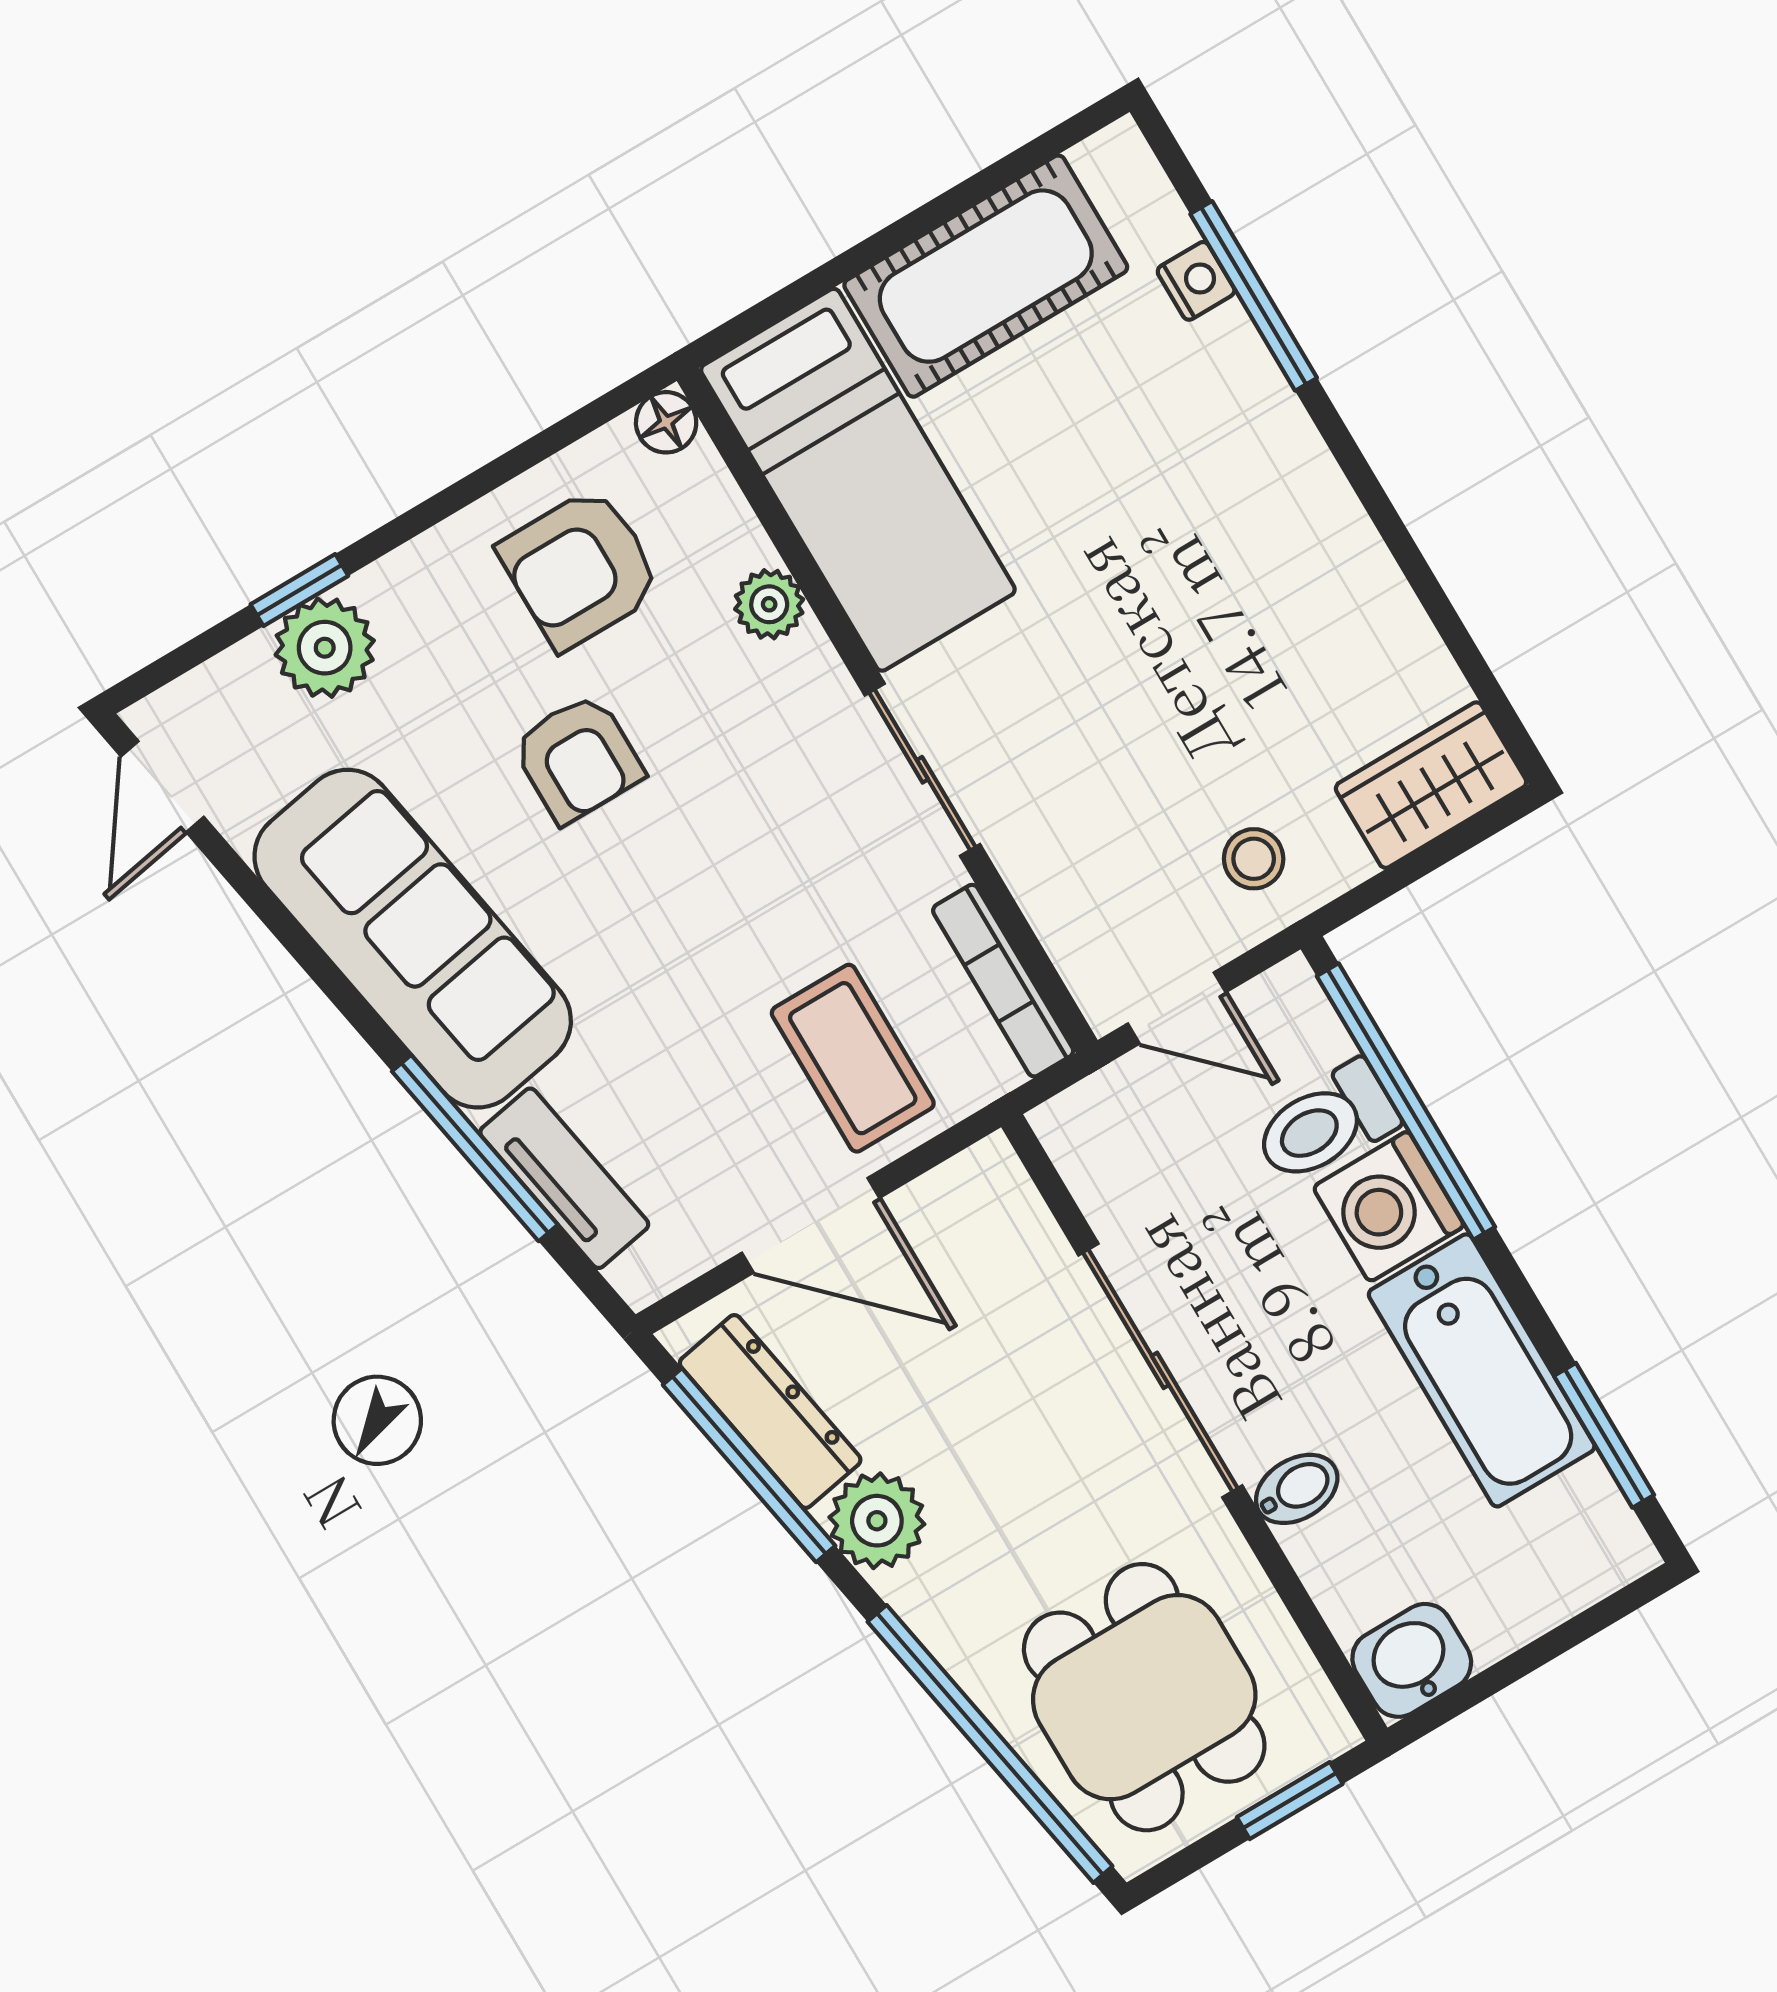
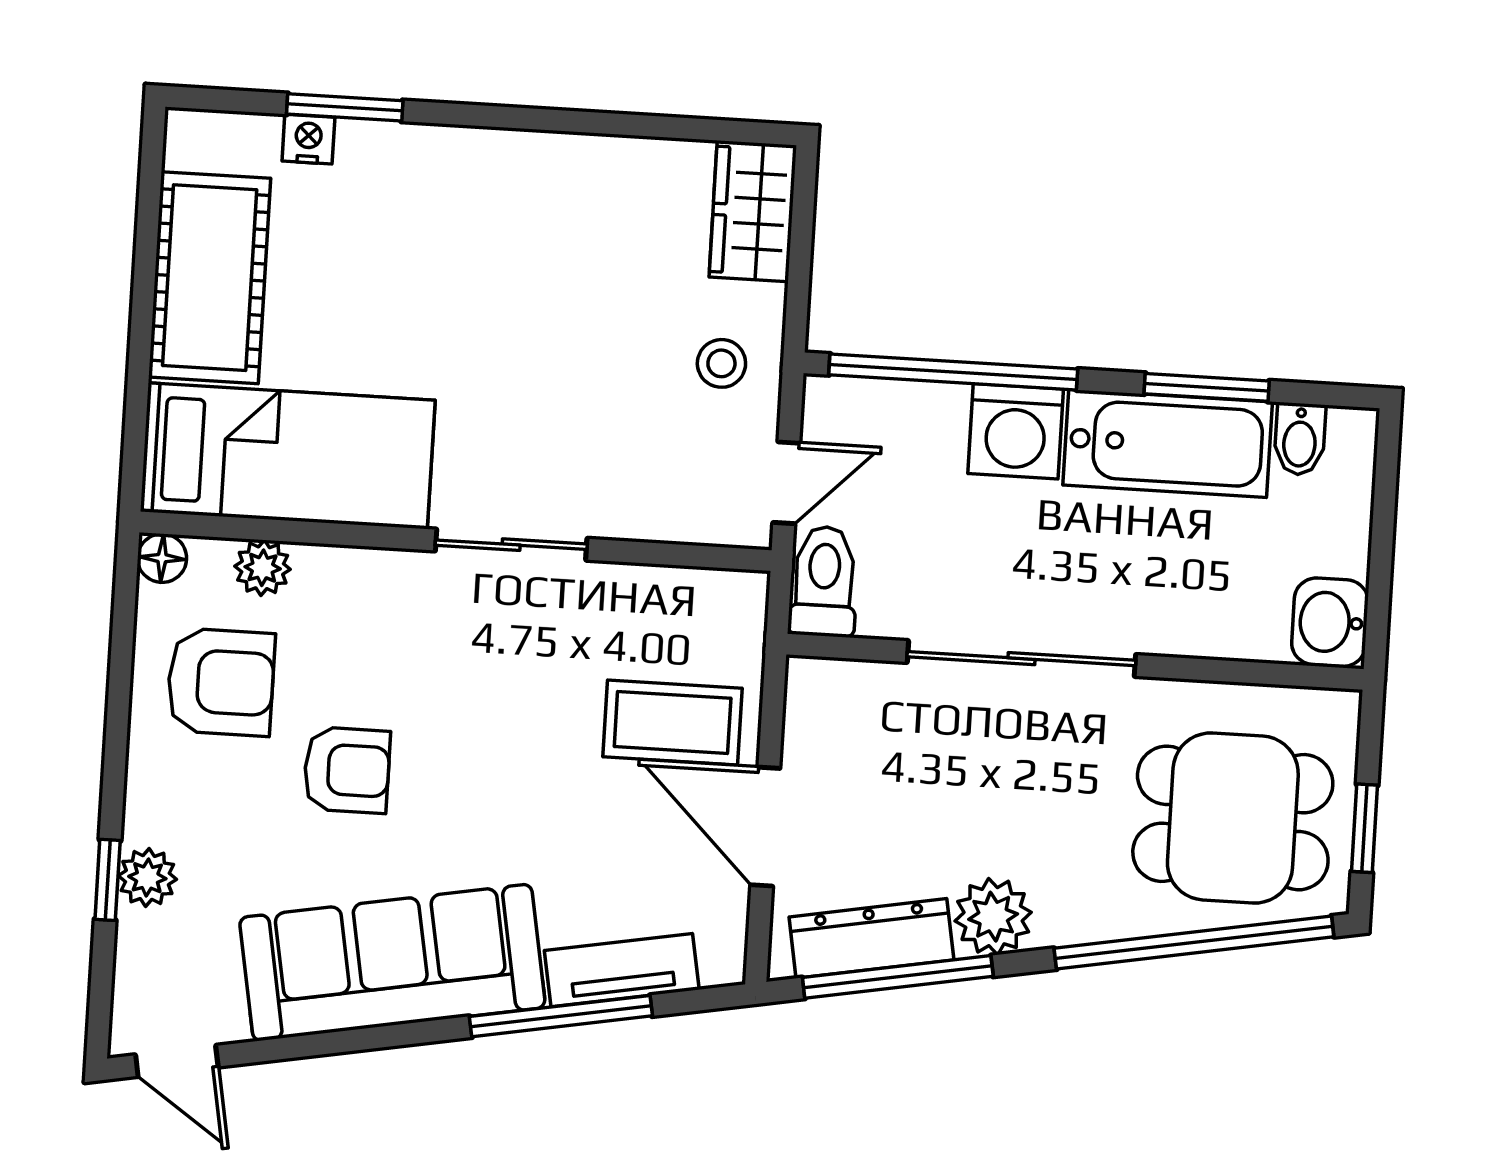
window: (1254, 296) -> (345, 107), width x0.69
armchair: (580, 568) -> (221, 682), turned -90
plant: (769, 604) -> (263, 568), moved
plant: (325, 648) -> (147, 878), width x0.73, depth x0.73
bookcase: (1003, 981) -> (689, 586), removed
toilet: (1326, 1123) -> (824, 581), moved, turned 180
door: (811, 1225) -> (765, 827), swing flipped
window: (1604, 1435) -> (1207, 387), moved
bidet: (1297, 1489) -> (1300, 439), moved, turned 180
window: (1290, 1801) -> (1364, 828), moved

